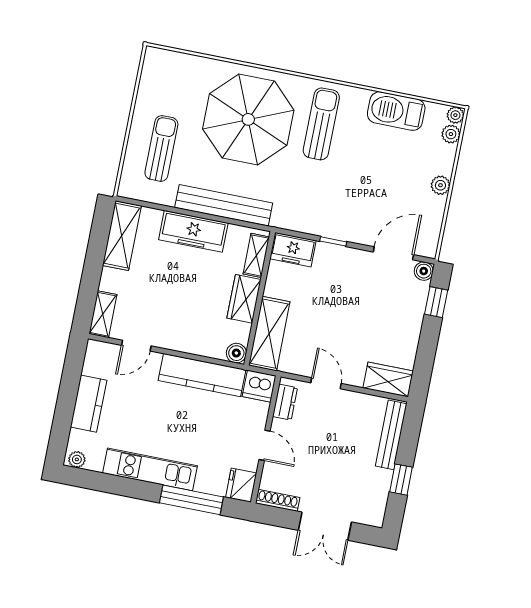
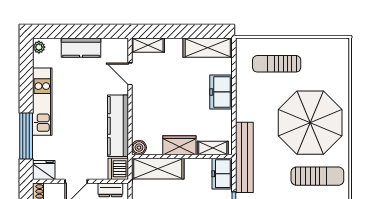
sun lounger: (161, 148) -> (277, 64), turned 180
bench: (224, 205) -> (244, 157), moved
freezer: (193, 231) -> (221, 92), width x0.71

